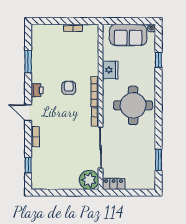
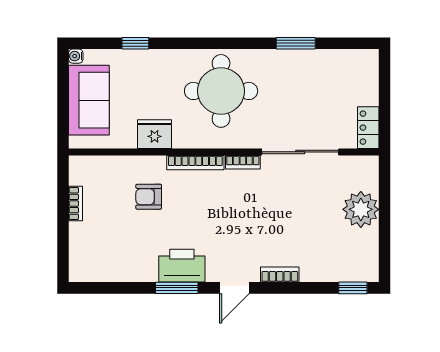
window: (28, 62) -> (177, 288), moved
armchair: (69, 88) -> (149, 197), moved
printer: (37, 90) -> (182, 266), width x1.87, depth x1.48
window: (158, 160) -> (296, 43), moved
window: (28, 165) -> (353, 288), moved
plant: (89, 180) -> (361, 209), moved

